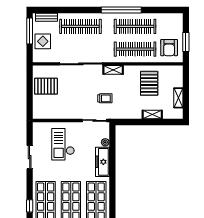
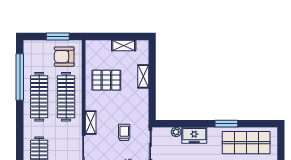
window: (121, 10) -> (20, 77), moved
armchair: (169, 48) -> (64, 57), turned 180
freezer: (102, 162) -> (194, 135), width x0.71
window: (112, 185) -> (226, 124), added

